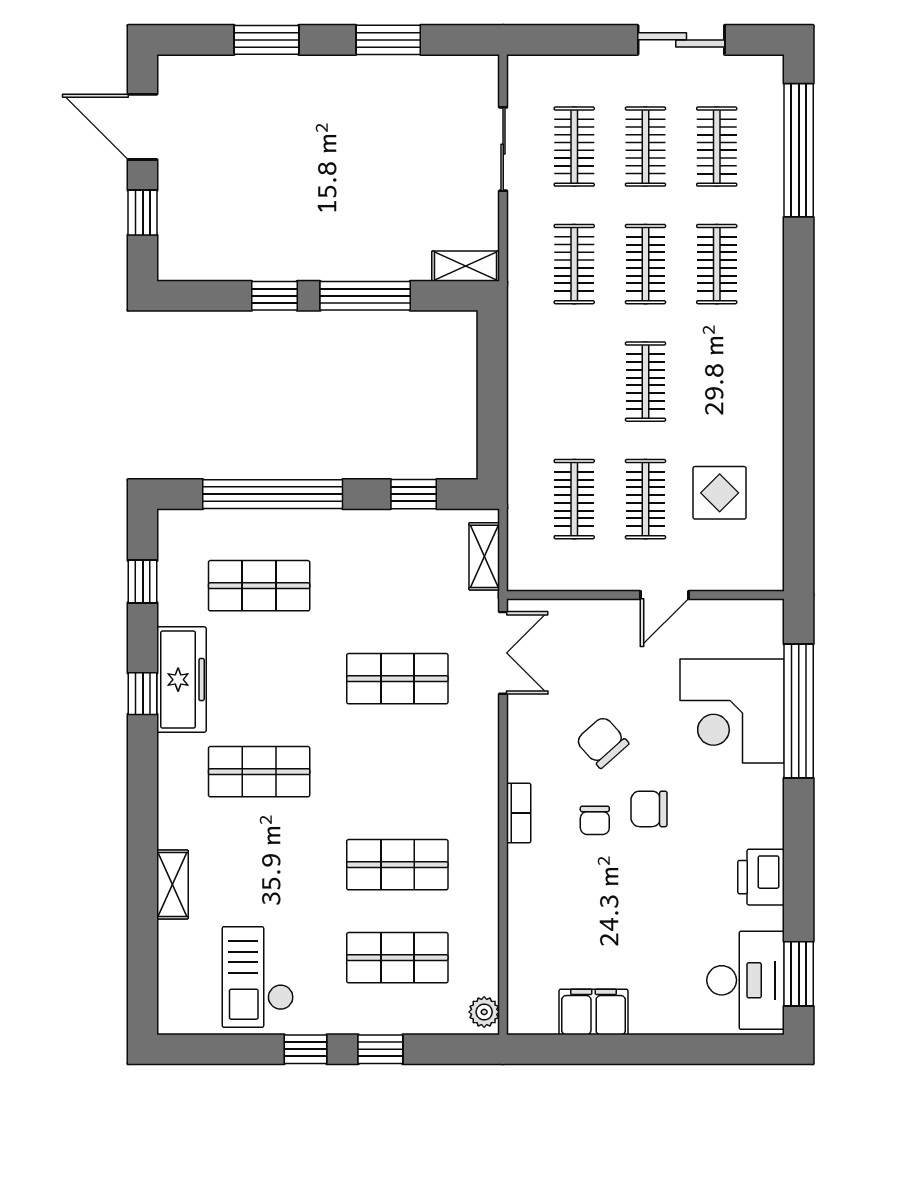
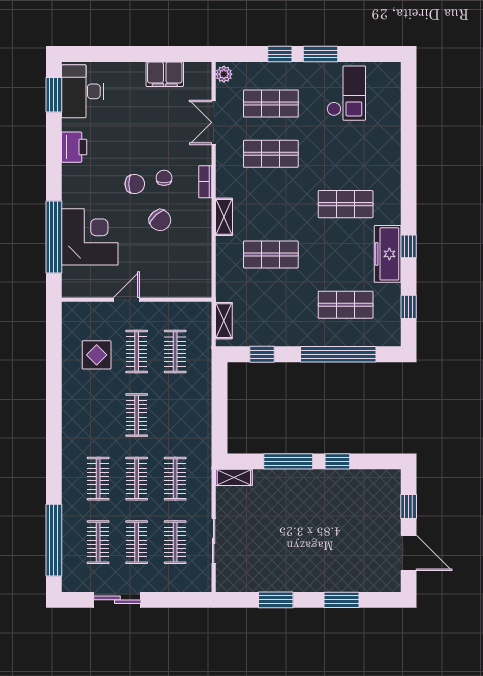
double door: (503, 653) -> (214, 122), moved
shelving: (173, 885) -> (224, 217), moved
window: (305, 1049) -> (320, 54), width x1.50

